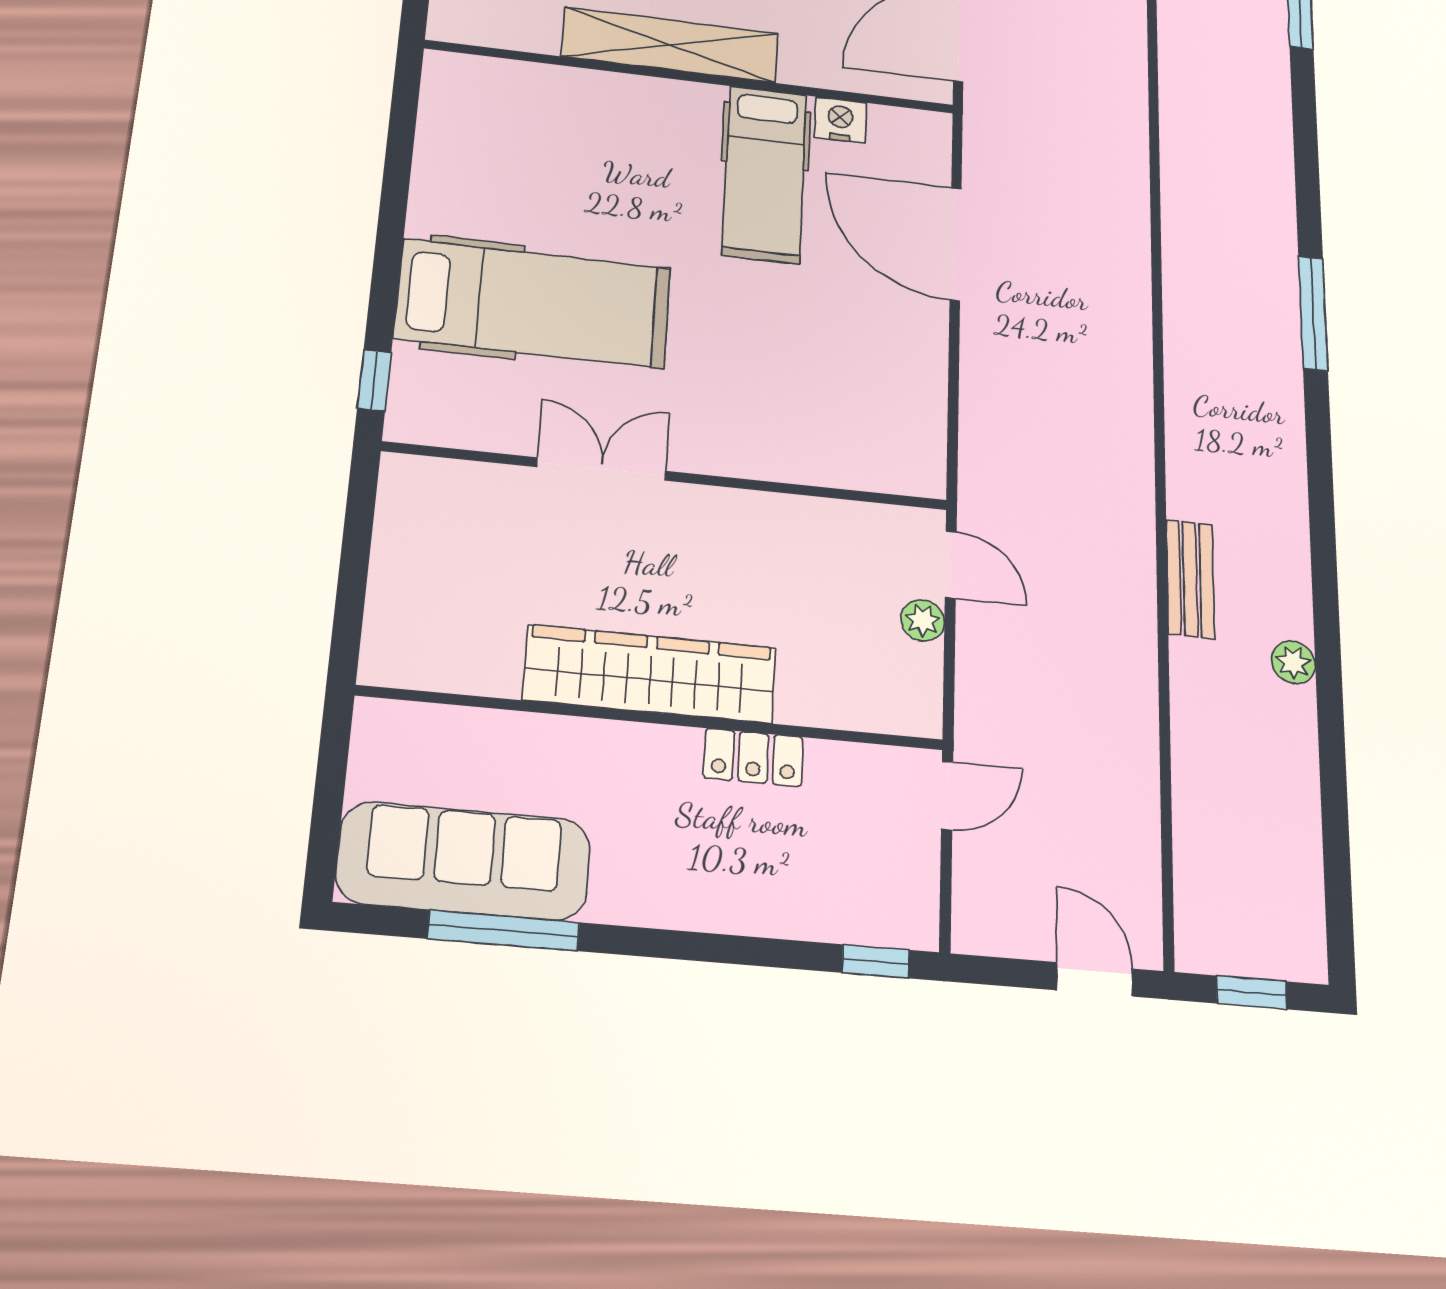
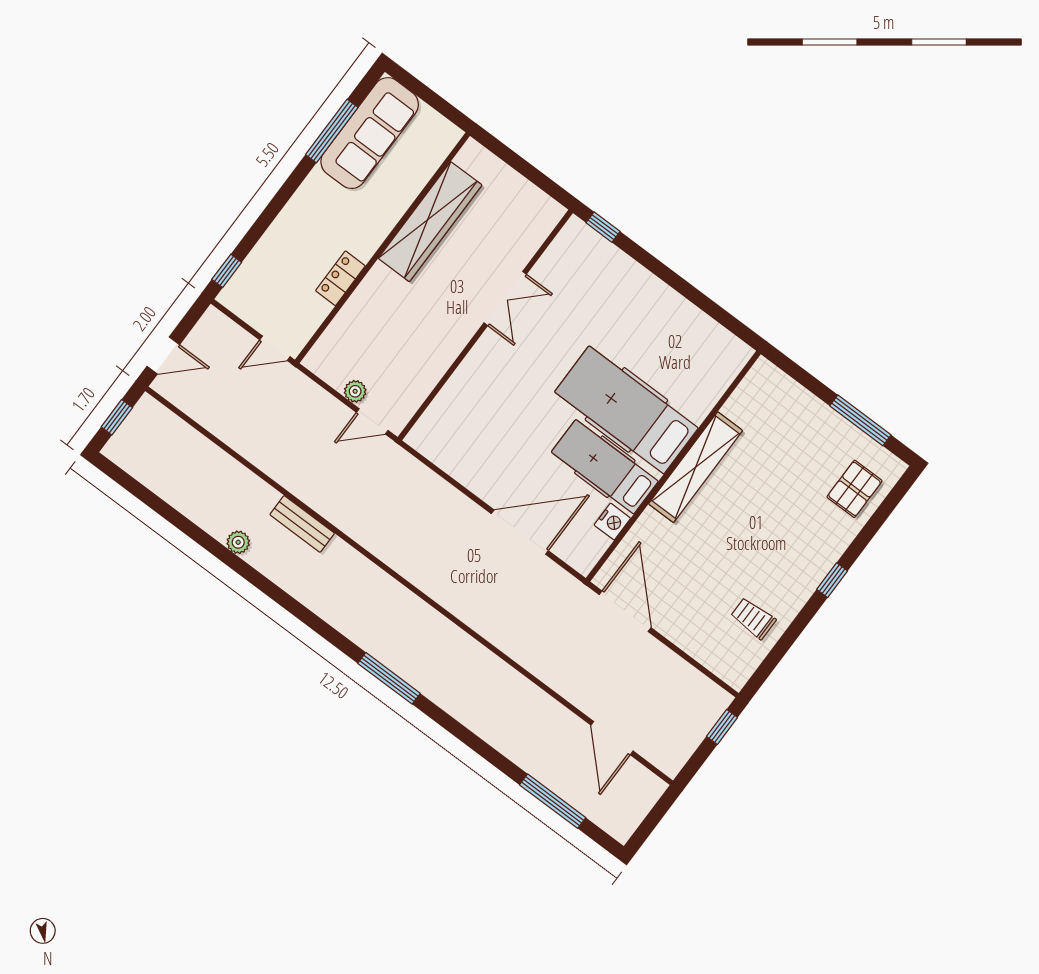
hospital bed: (533, 303) -> (626, 410), moved, turned 90
wardrobe: (650, 674) -> (430, 222), moved
door: (947, 796) -> (275, 348), hinge flipped

